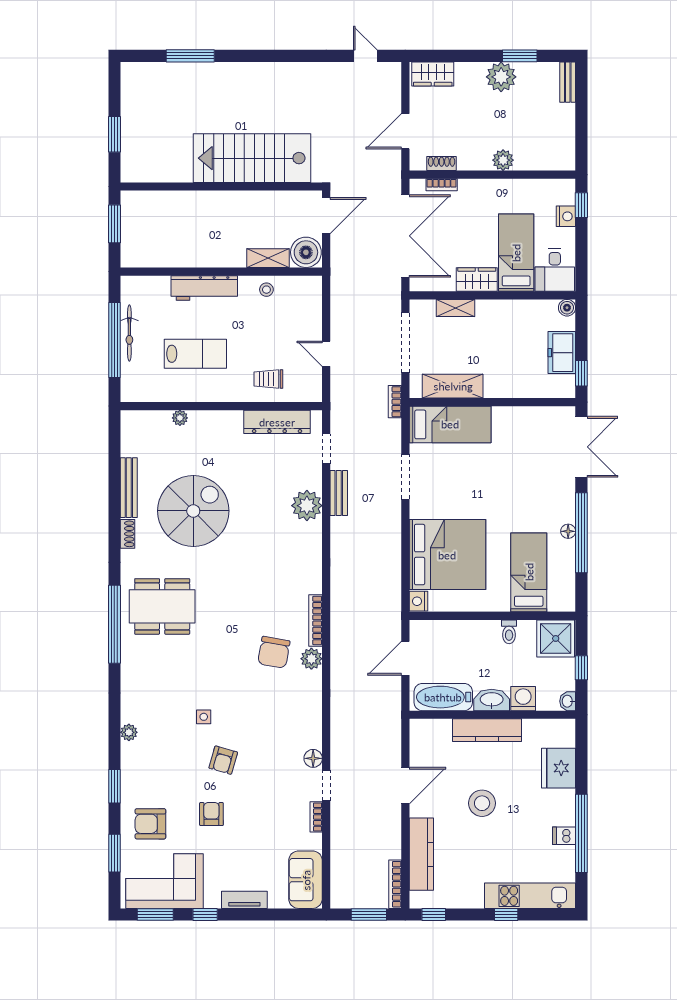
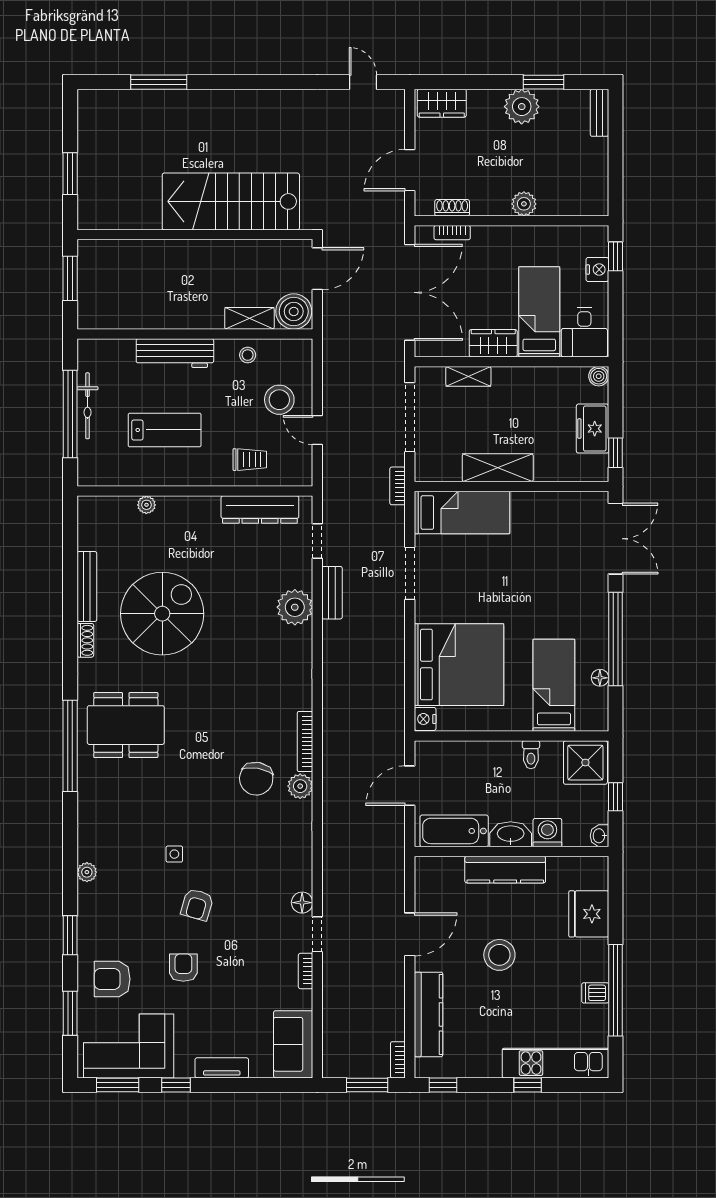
stool: (294, 328) -> (279, 400), added
trolley: (268, 379) -> (250, 460), turned 180
shelving: (453, 386) -> (498, 468), moved
floor lamp: (568, 531) -> (600, 678), moved
bookcase: (395, 884) -> (398, 1060), width x0.64

